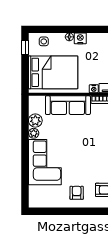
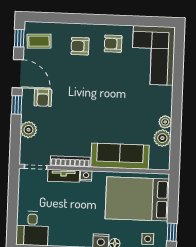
corner sofa: (45, 162) -> (153, 55), moved
armchair: (77, 193) -> (113, 44), turned 90

